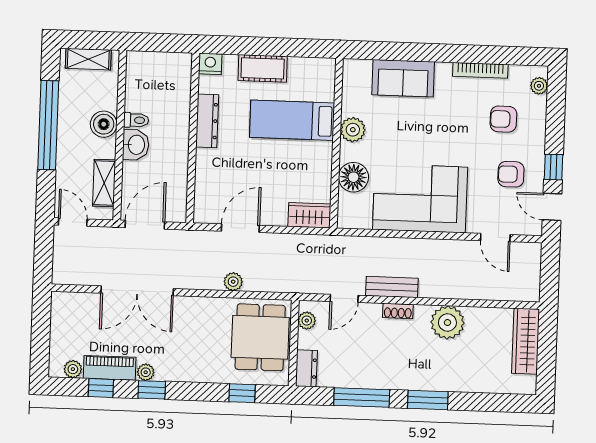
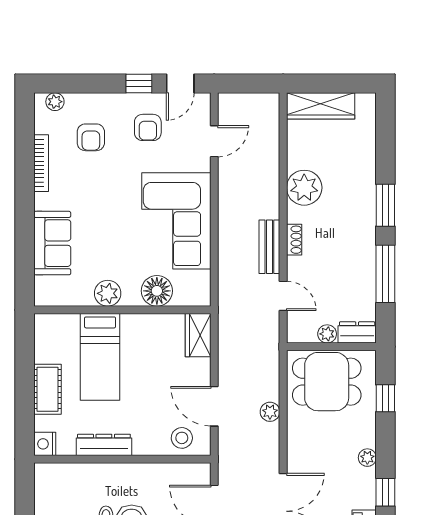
stool: (211, 196) -> (182, 438), added
plant: (307, 321) -> (327, 334), moved
plant: (146, 372) -> (367, 458), moved

